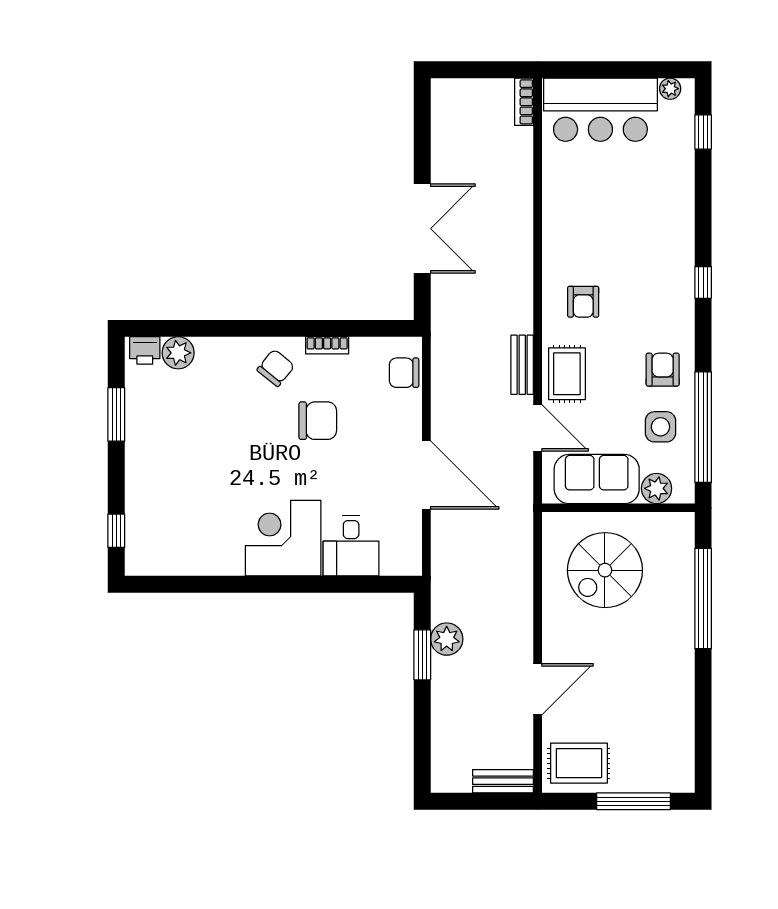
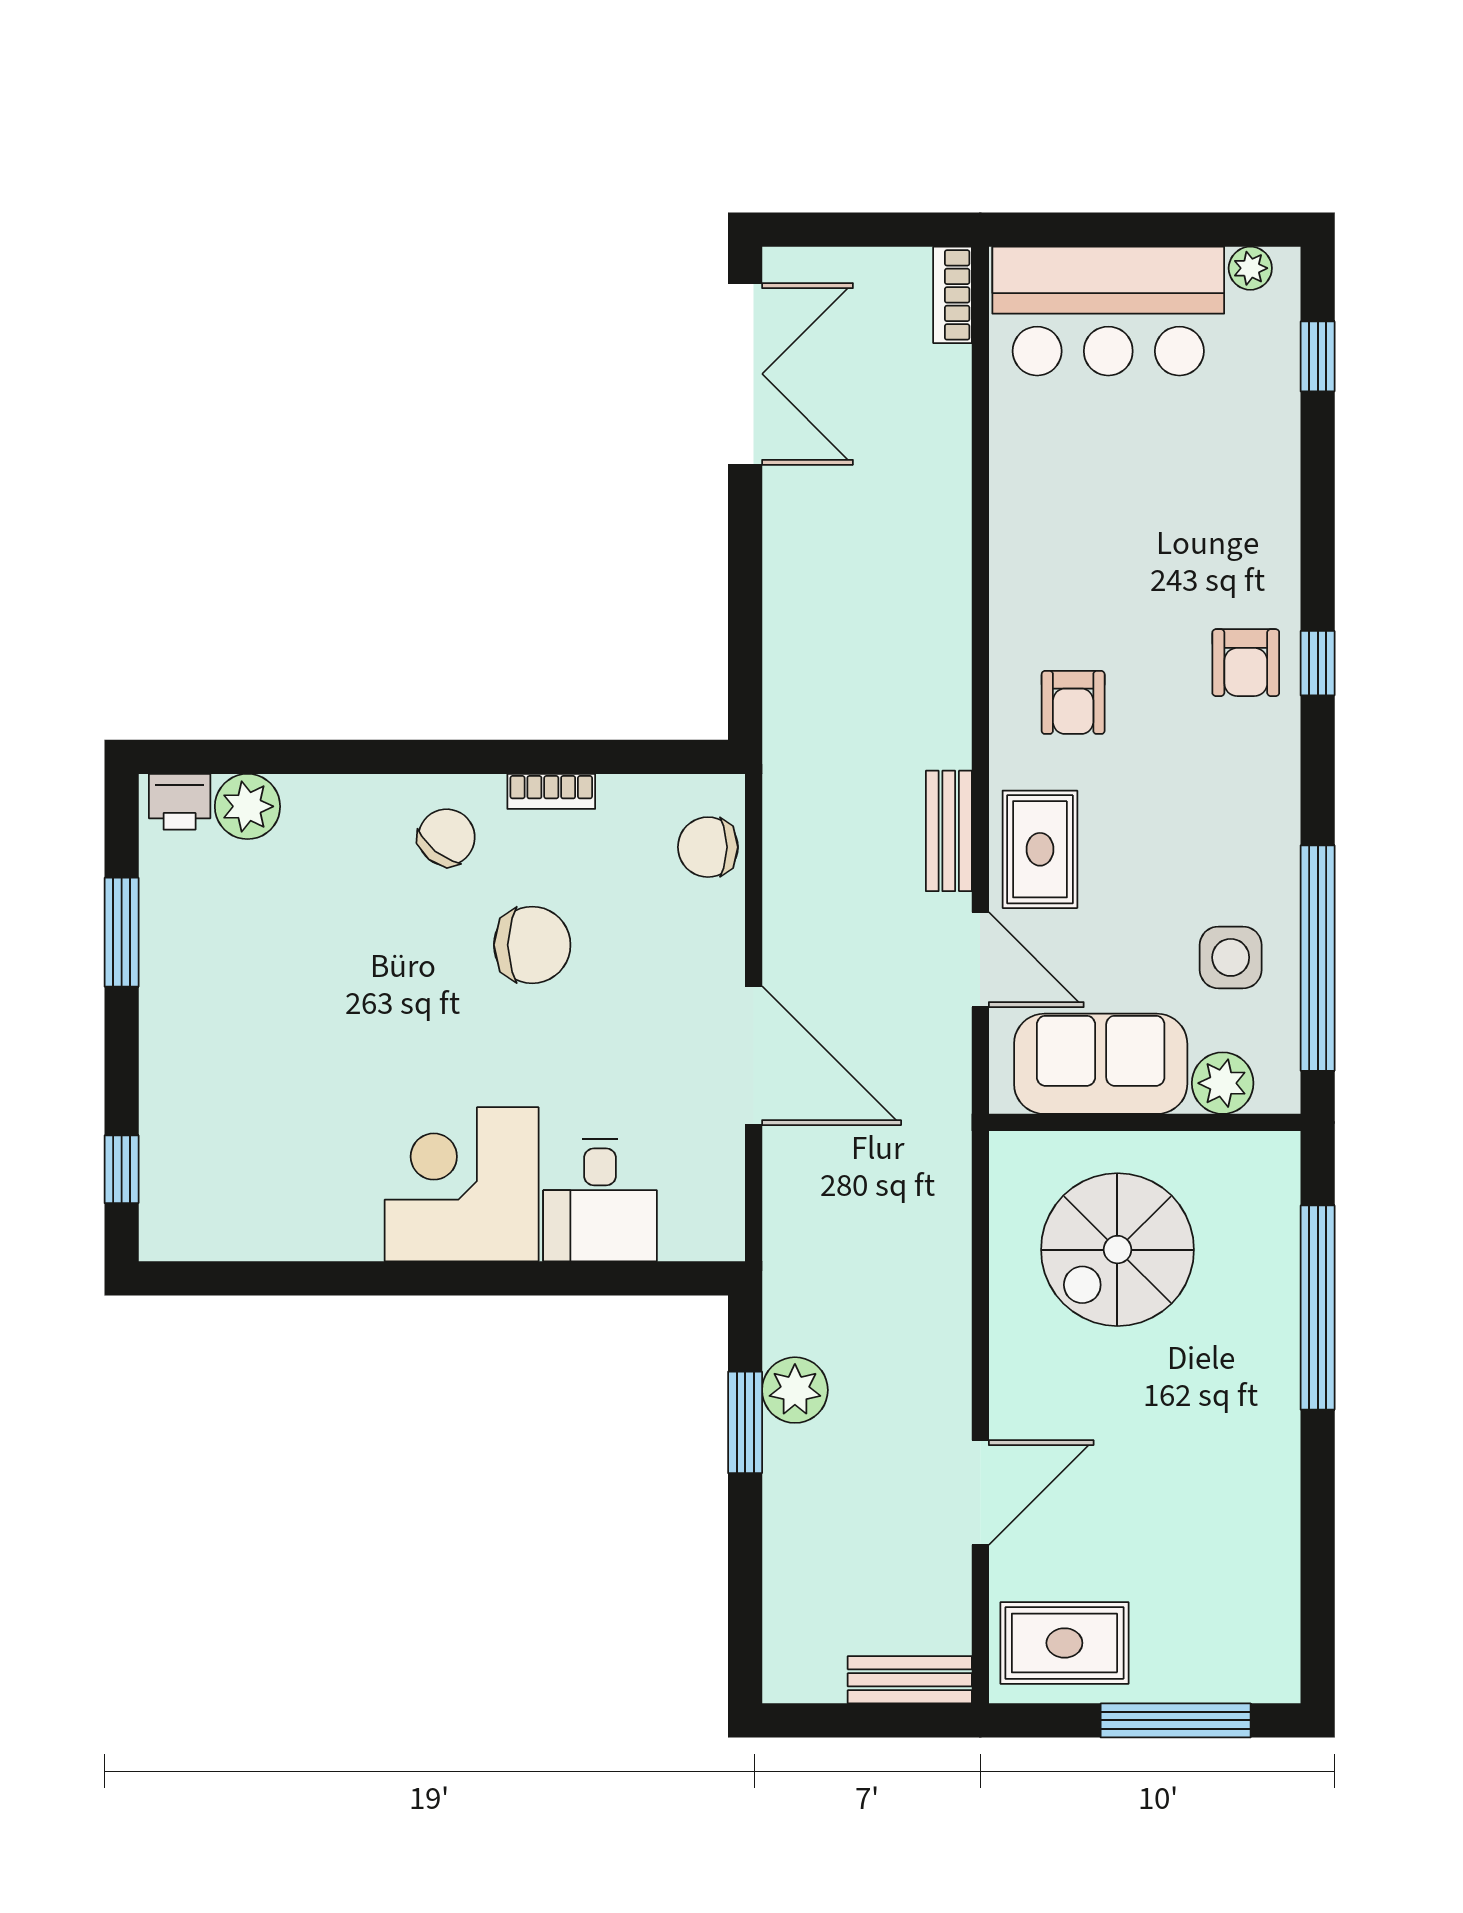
double door: (422, 229) -> (745, 374), moved
armchair: (663, 370) -> (1246, 663), moved, turned 180

